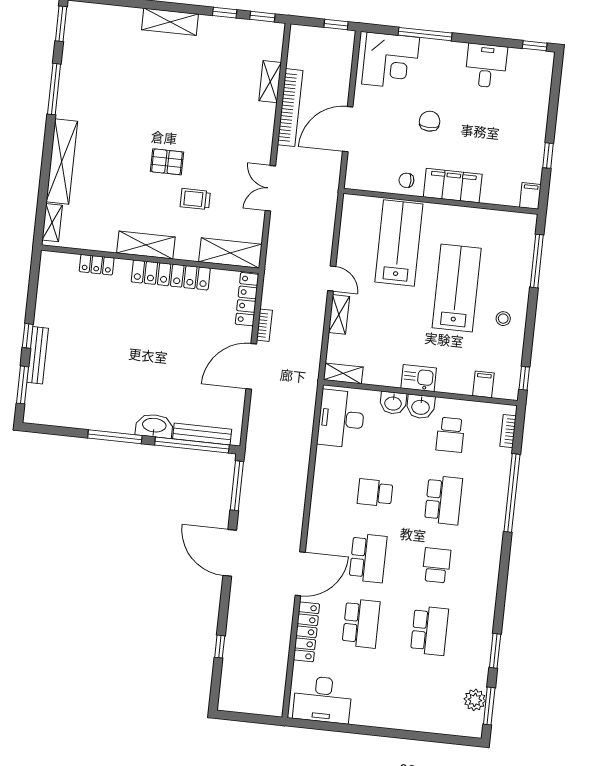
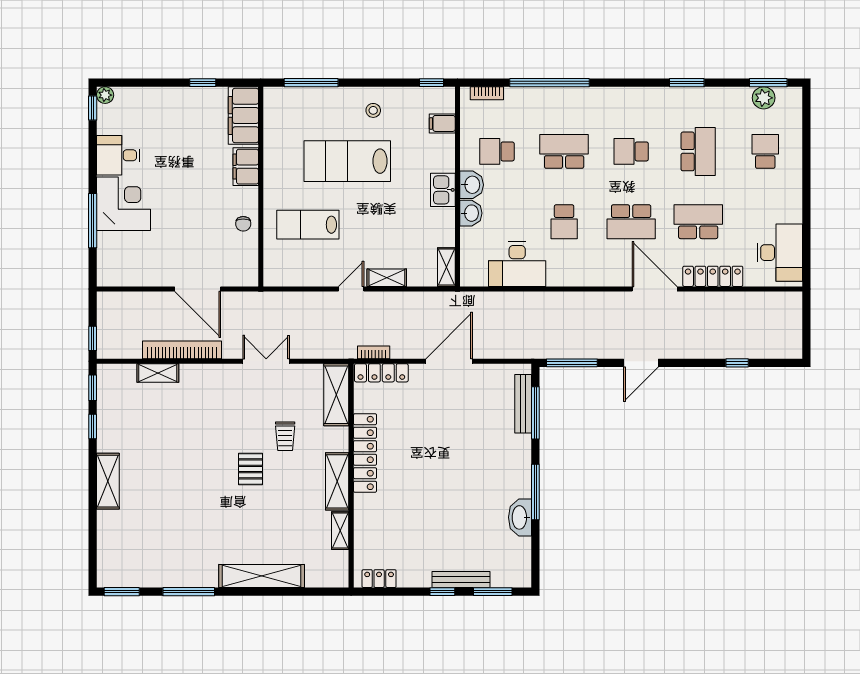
window: (336, 25) -> (93, 338), moved
plant: (546, 59) -> (105, 95), added
corner desk: (391, 61) -> (124, 204), moved
chair: (430, 121) -> (181, 207), removed
filing cabinet: (453, 186) -> (246, 167), width x0.67, depth x0.86
double door: (270, 188) -> (266, 361), swing flipped
filing cabinet: (530, 196) -> (243, 115), width x3.00, depth x1.17
shelving: (52, 223) -> (340, 531), moved, turned 90
lab bench: (399, 243) -> (308, 225), width x0.73, depth x0.72
locker: (97, 265) -> (379, 579), moved, turned -90
bookcase: (264, 325) -> (374, 352), moved
door: (251, 366) -> (449, 361), swing flipped
desk: (341, 419) -> (517, 264), moved
washbasin: (154, 426) -> (520, 517), moved
school desk: (450, 435) -> (497, 151), turned 180
window: (192, 445) -> (535, 413), width x0.68
door: (230, 553) -> (641, 363), width x0.73
school desk: (368, 558) -> (631, 222), turned 180
school desk: (429, 631) -> (698, 151), turned 90
window: (495, 651) -> (687, 83), moved
school desk: (423, 696) -> (765, 151), added

